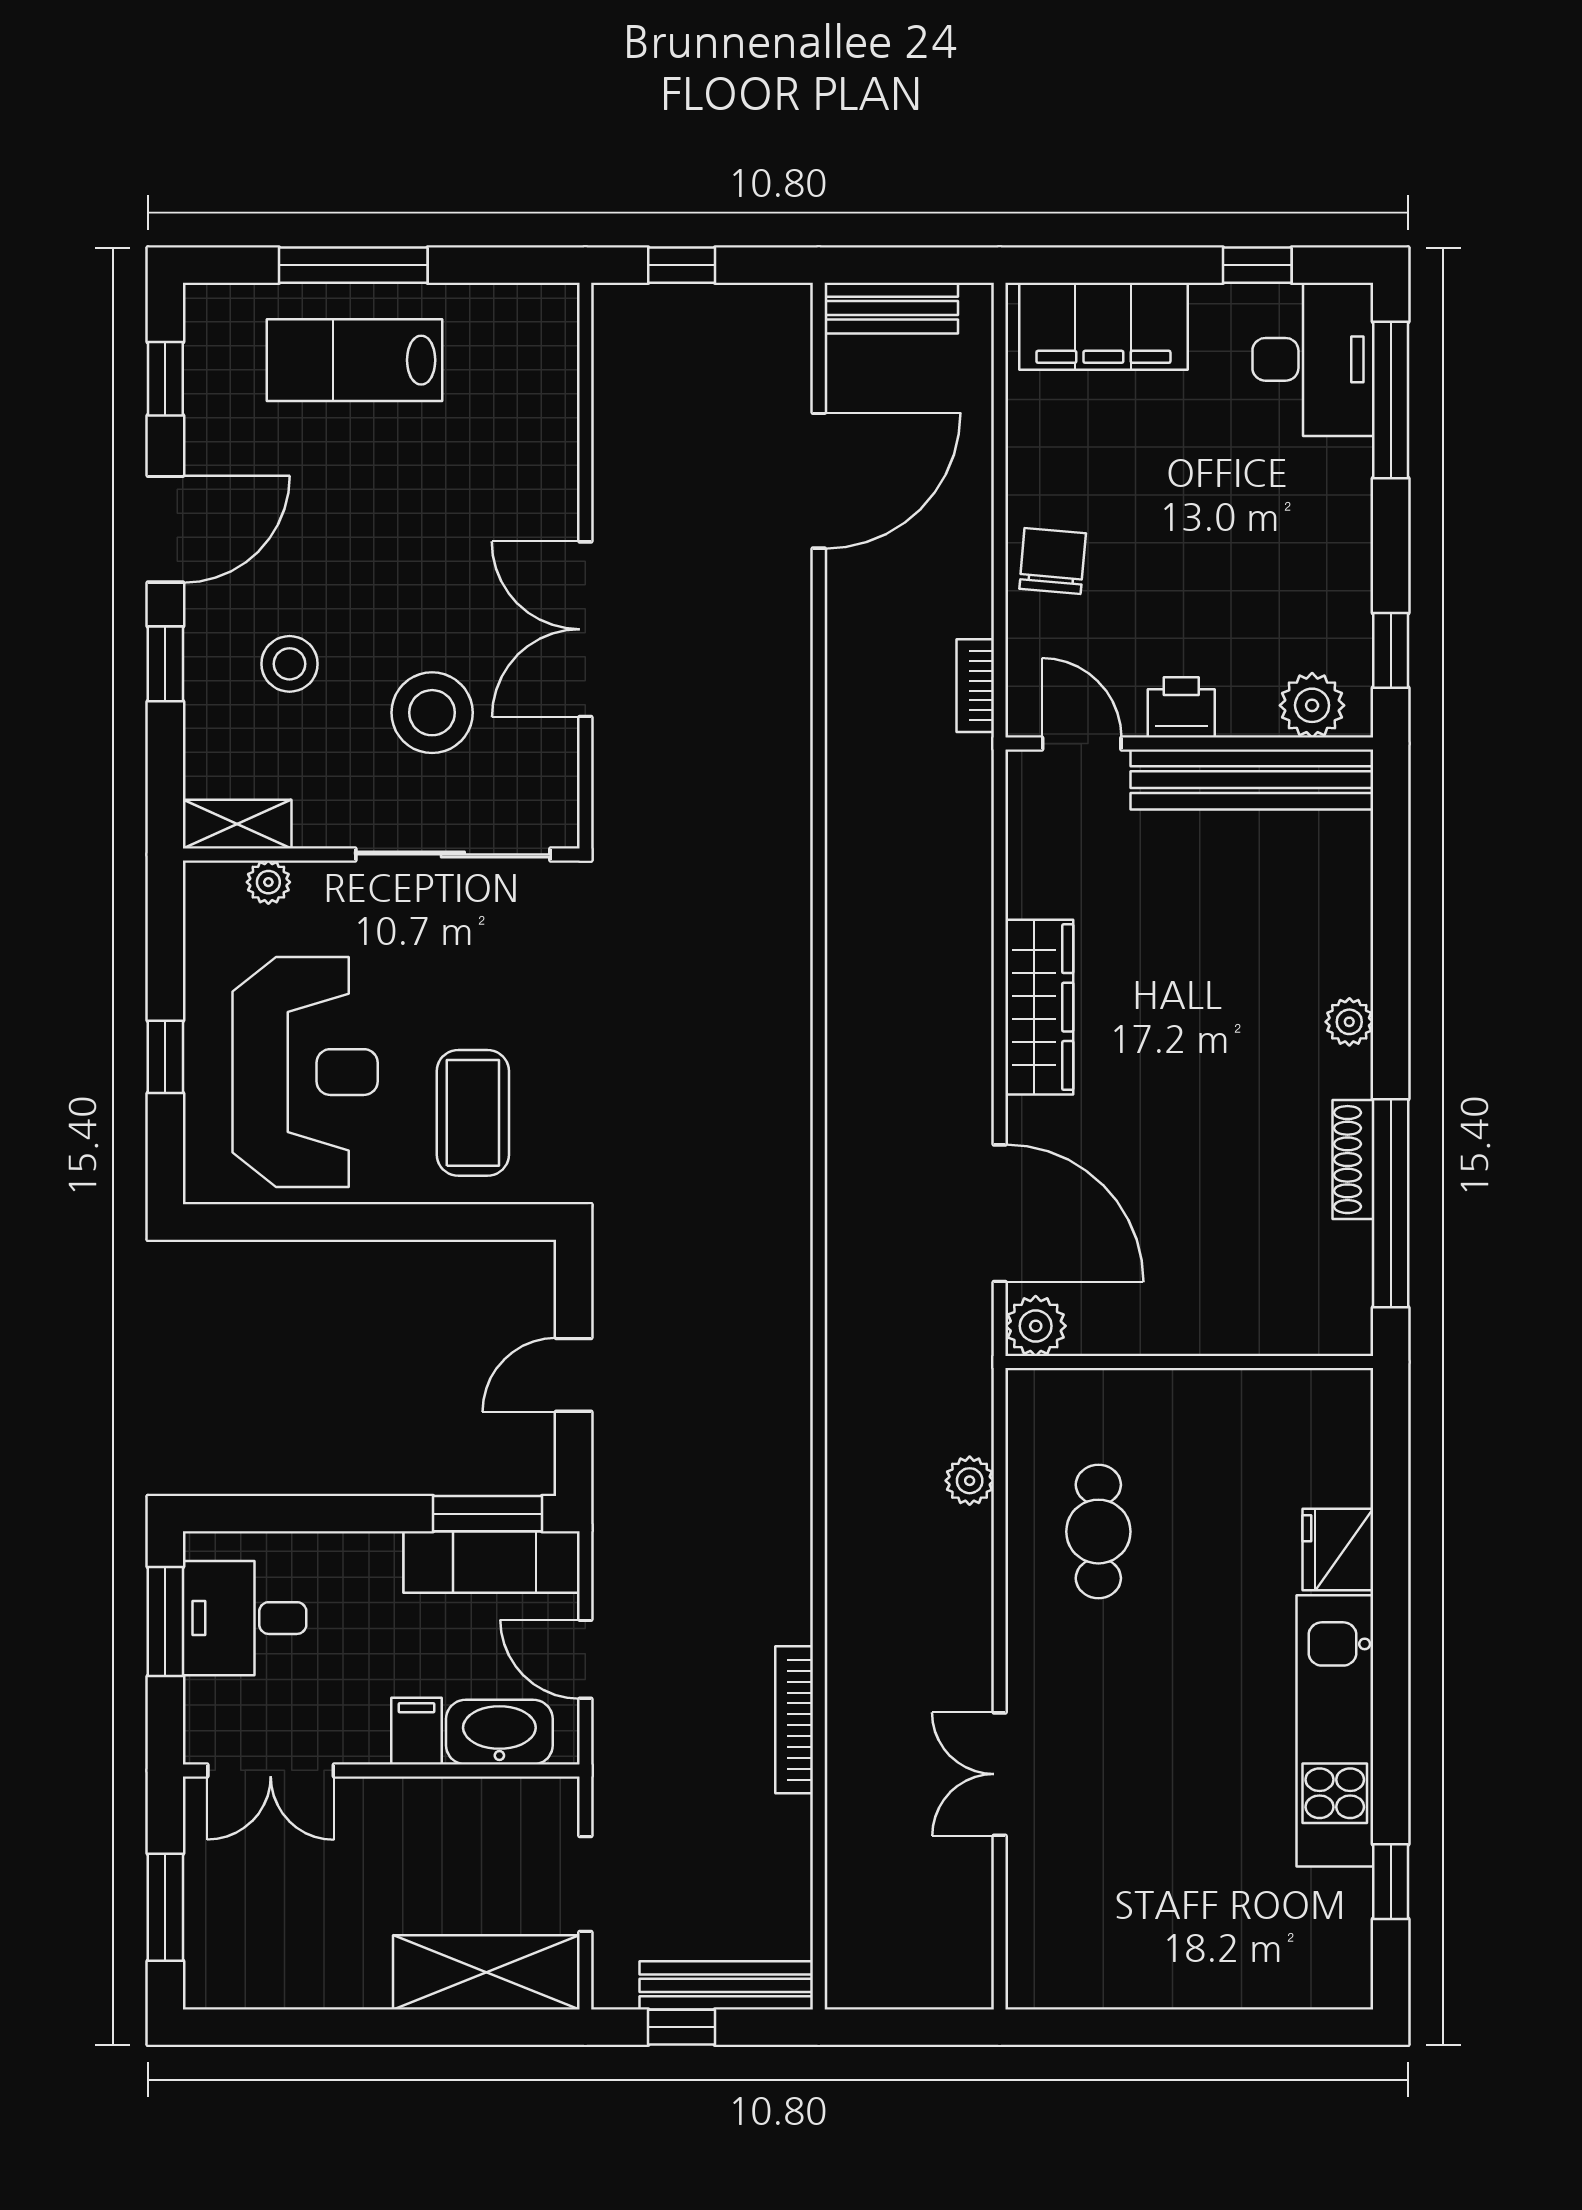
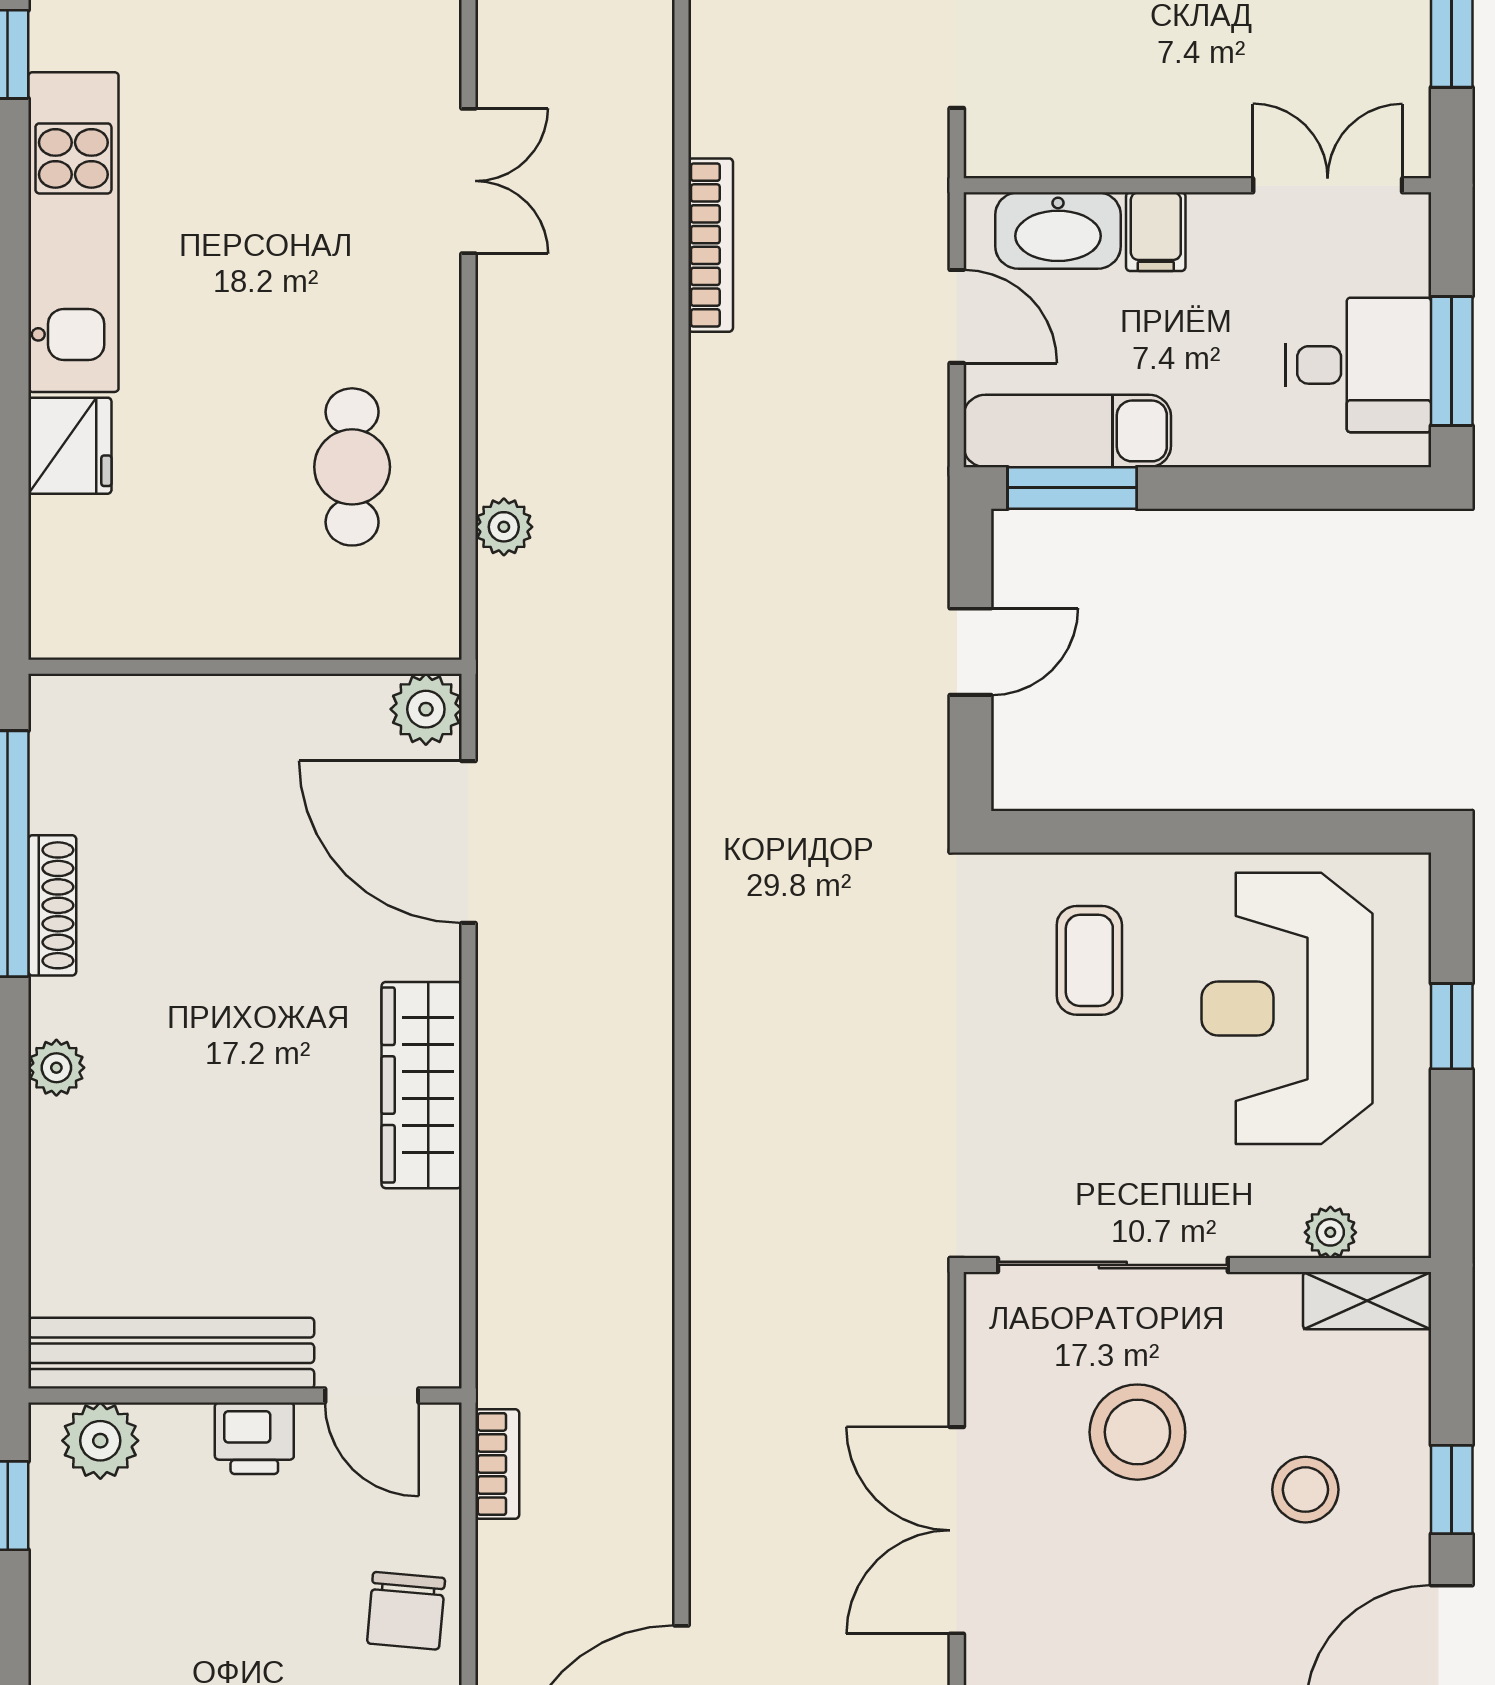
double door: (585, 629) -> (957, 1530), swing flipped
coffee table: (473, 1113) -> (1089, 960), width x0.73, depth x0.77

